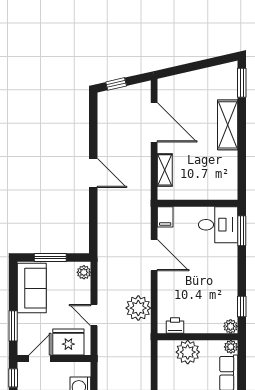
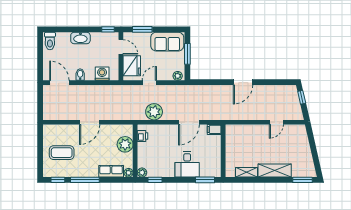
door: (154, 122) -> (276, 122), width x0.53
shelving: (165, 170) -> (247, 172), moved
desk: (218, 225) -> (187, 164), moved

